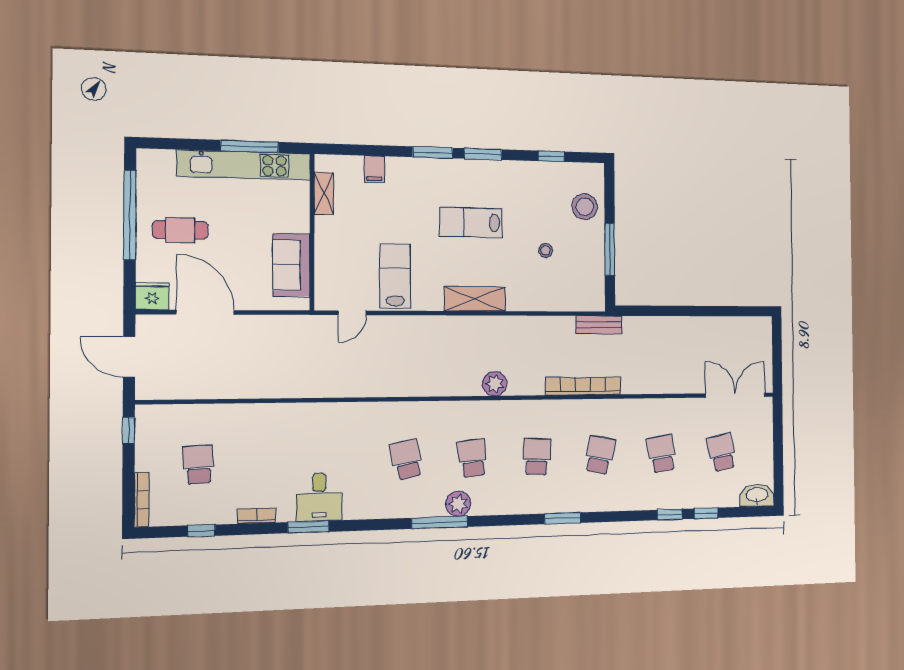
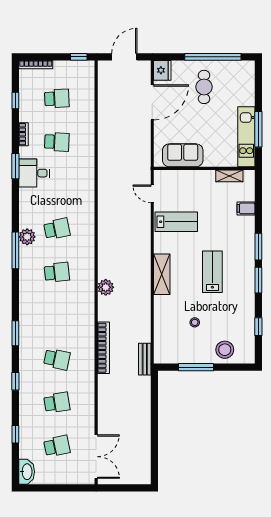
kitchen unit: (244, 165) -> (246, 137), width x0.73
school desk: (537, 457) -> (57, 142), moved
plant: (458, 504) -> (27, 237), moved
window: (670, 515) -> (15, 381), moved

